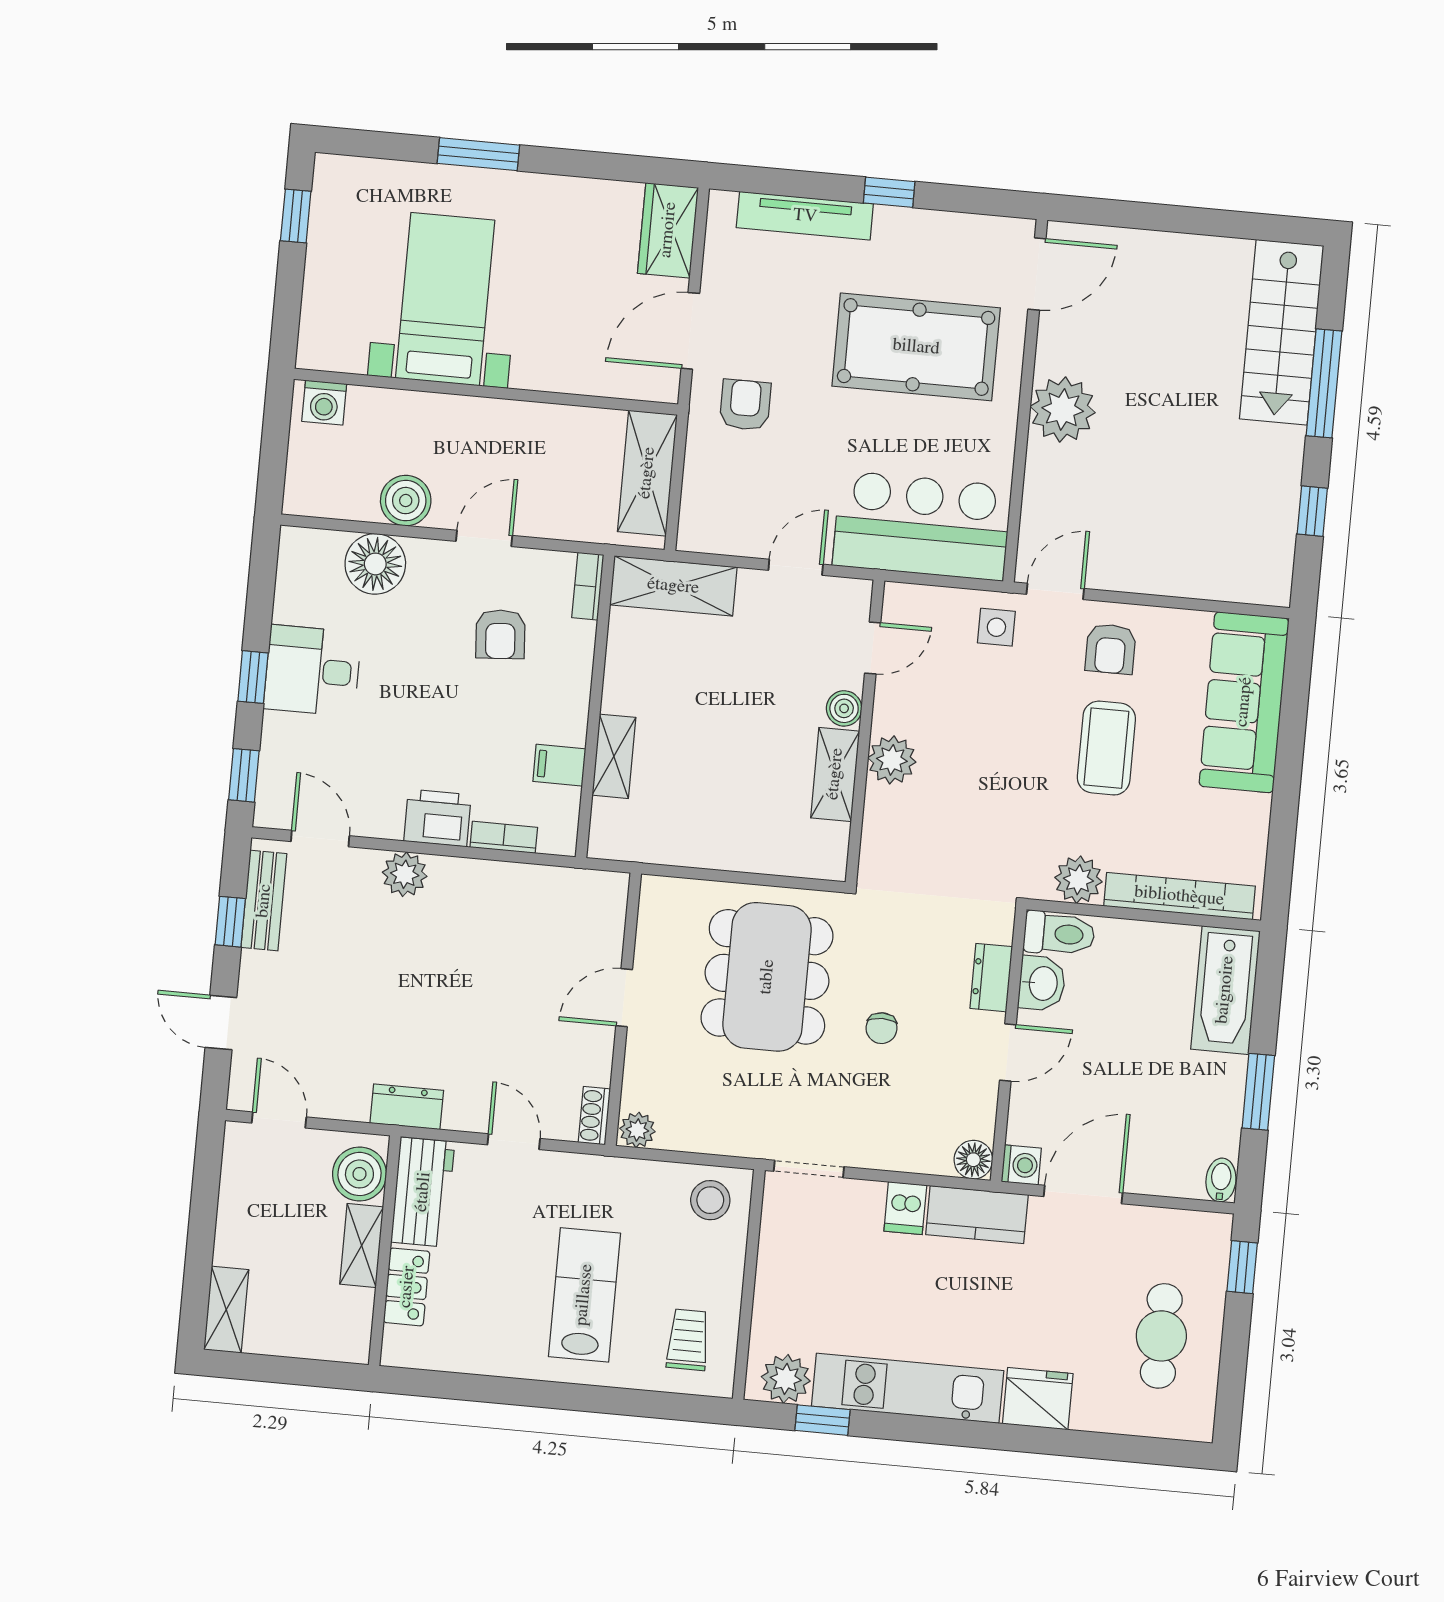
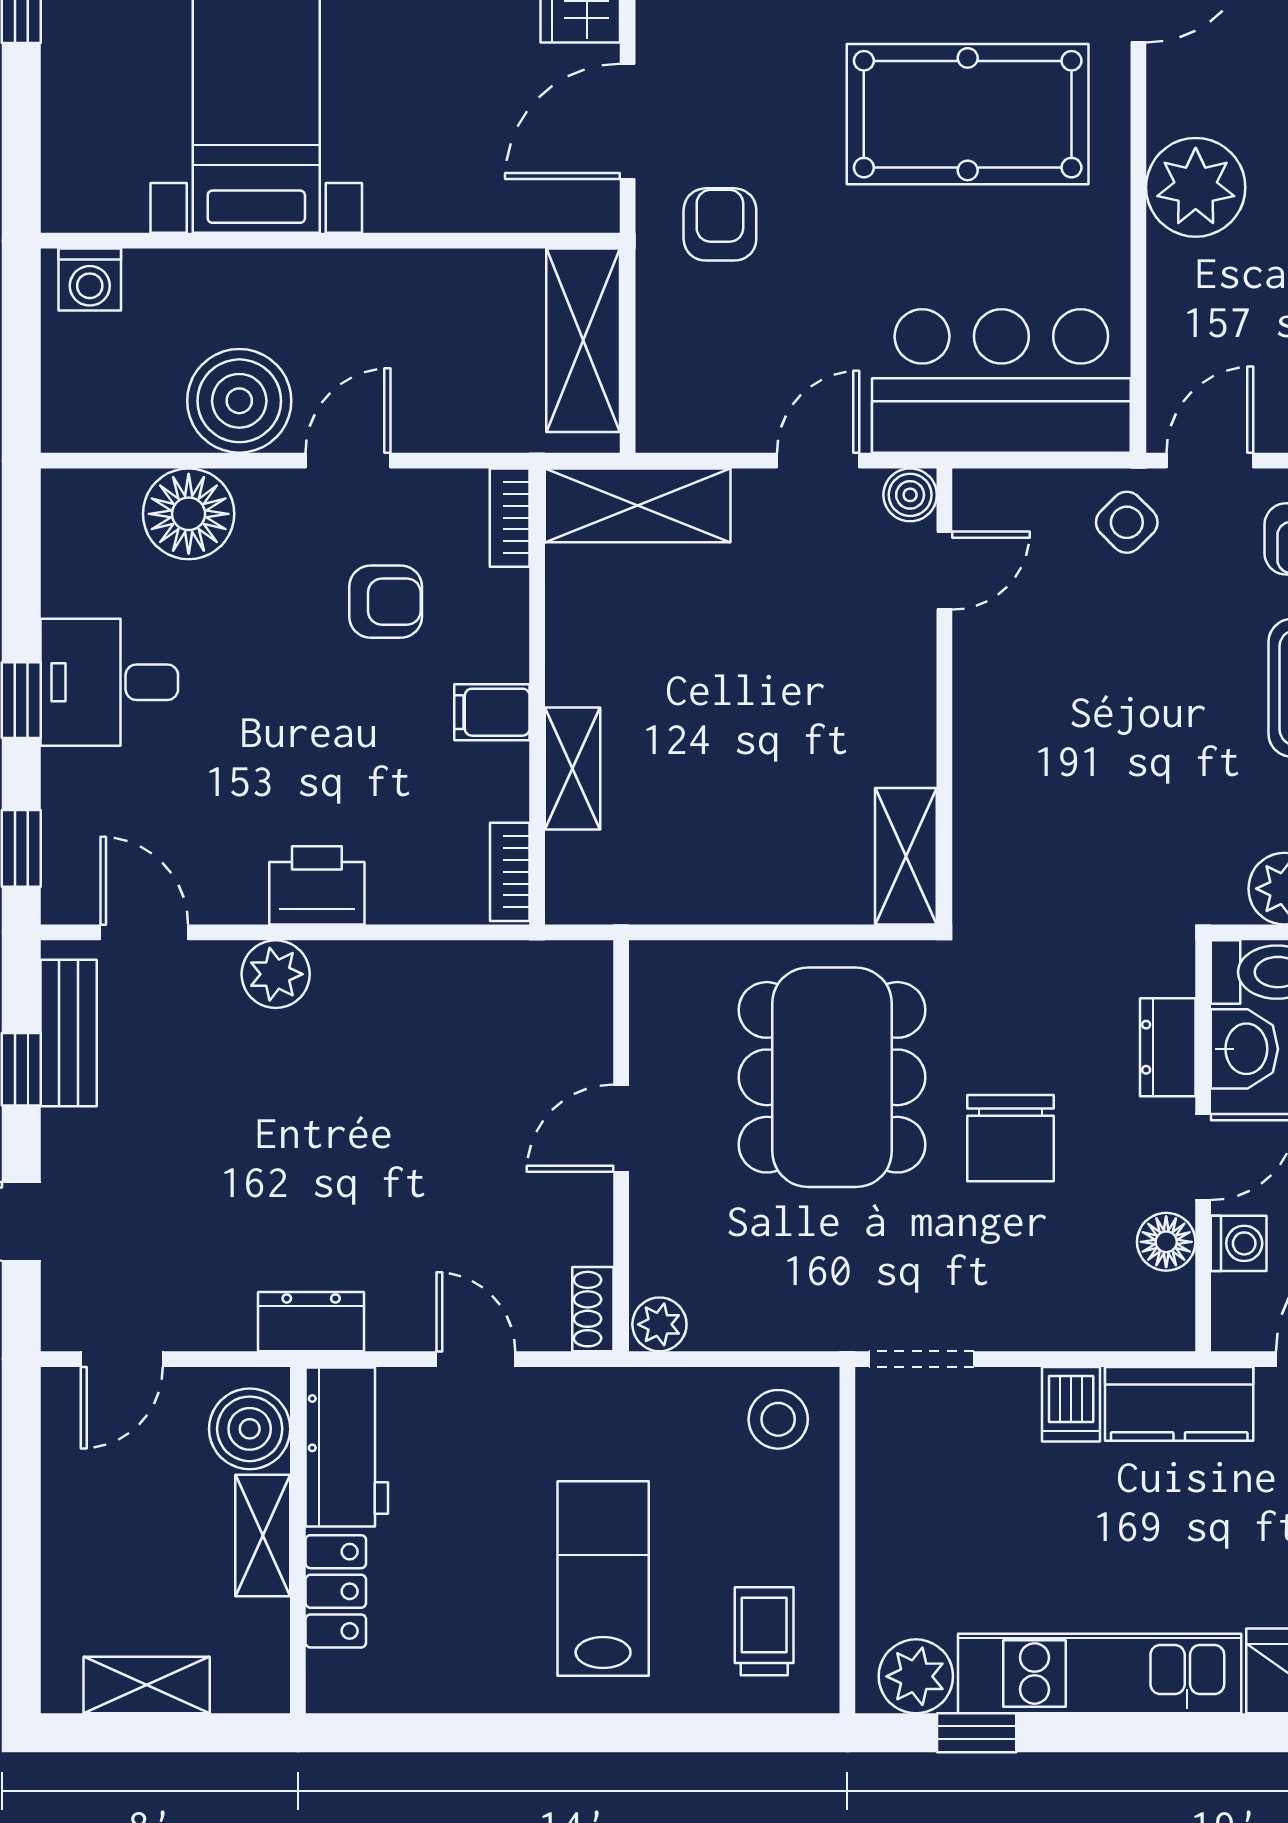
boiler: (406, 501) -> (239, 401), width x1.37, depth x1.37
side table: (996, 627) -> (1127, 522), turned 45
armchair: (500, 634) -> (386, 602), turned -86
boiler: (844, 708) -> (910, 495), moved
plant: (892, 760) -> (989, 735), removed
filing cabinet: (559, 765) -> (492, 712), moved
shelving: (835, 774) -> (906, 856), moved
bookcase: (504, 837) -> (510, 872), moved, turned -90
chair: (882, 1028) -> (1010, 1138), width x1.87, depth x1.87
door: (279, 1120) -> (122, 1359), swing flipped
floor lamp: (973, 1160) -> (1166, 1242), moved
washing machine: (1021, 1165) -> (1239, 1243), moved
shelving: (226, 1310) -> (147, 1685), moved, turned 90

